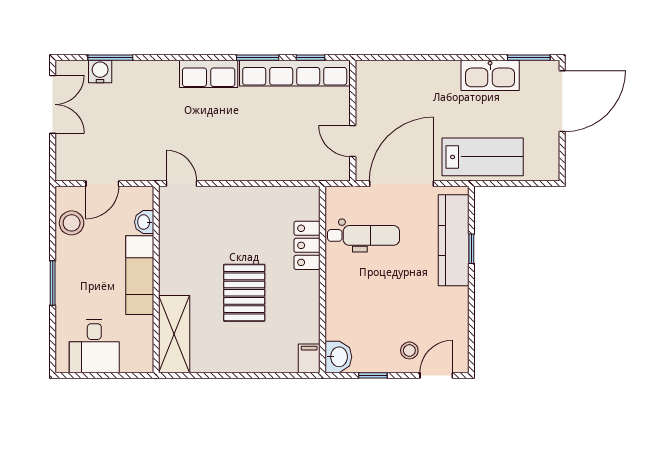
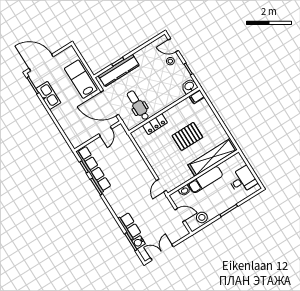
row of seats: (209, 74) -> (129, 226), moved
shelving: (174, 334) -> (213, 157), width x1.47

